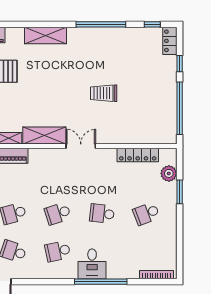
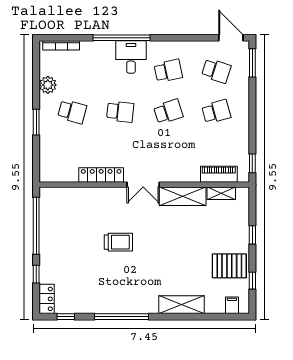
locker: (138, 155) -> (101, 175), moved
plant: (169, 173) -> (48, 85), moved
window: (180, 192) -> (36, 122), moved
school desk: (146, 214) -> (72, 112), turned 36

